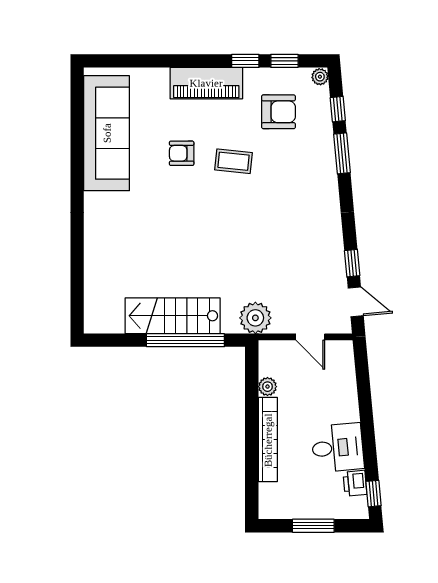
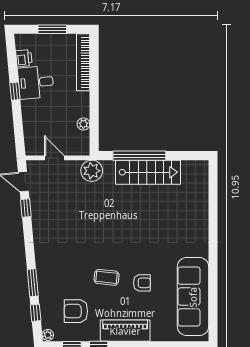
bookcase: (268, 440) -> (83, 62), moved
window: (374, 494) -> (15, 91), moved

